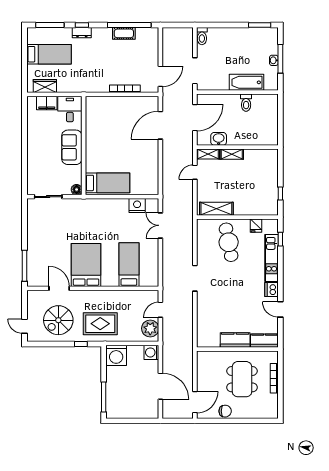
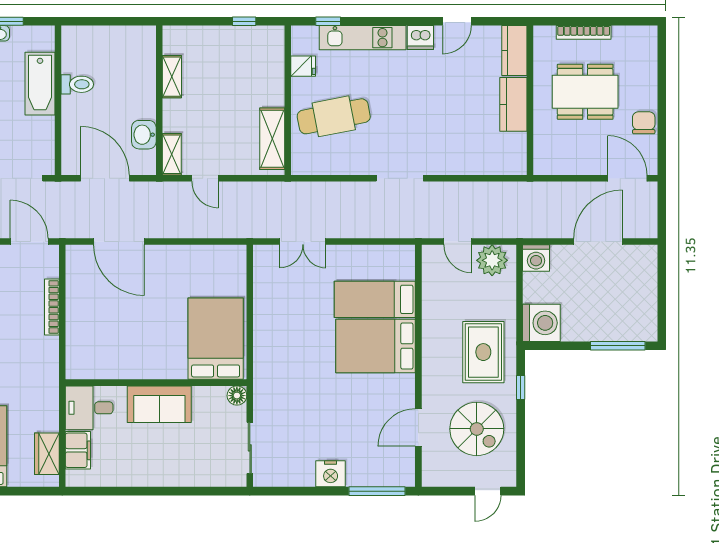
shelving: (232, 154) -> (172, 77), moved
bed: (108, 183) -> (216, 339), width x1.50
nightstand: (137, 205) -> (331, 474), moved, turned -90
bed: (86, 265) -> (376, 346), moved

